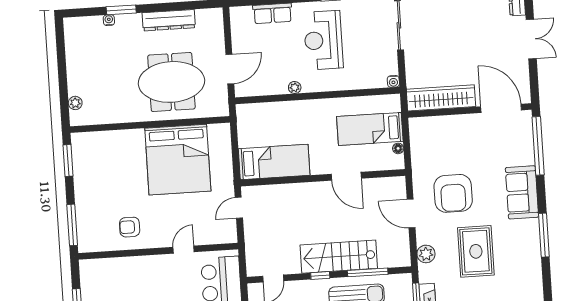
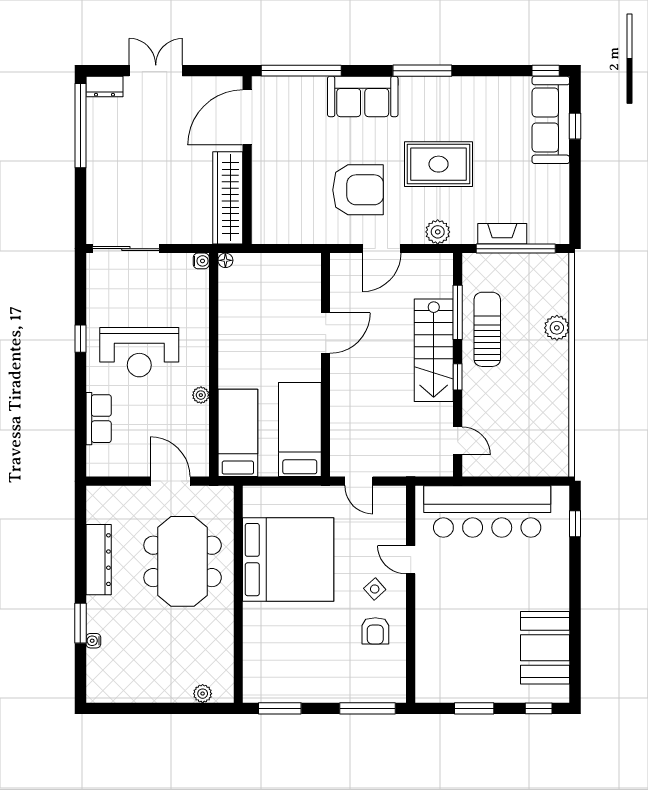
bed: (370, 129) -> (238, 433), moved, turned 180
floor lamp: (398, 148) -> (225, 260), moved
side table: (160, 225) -> (375, 589), added

